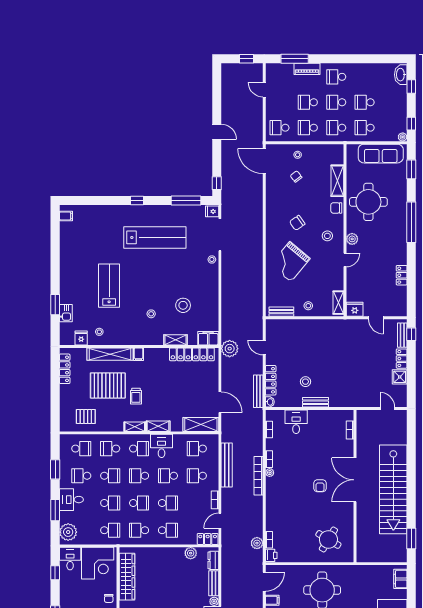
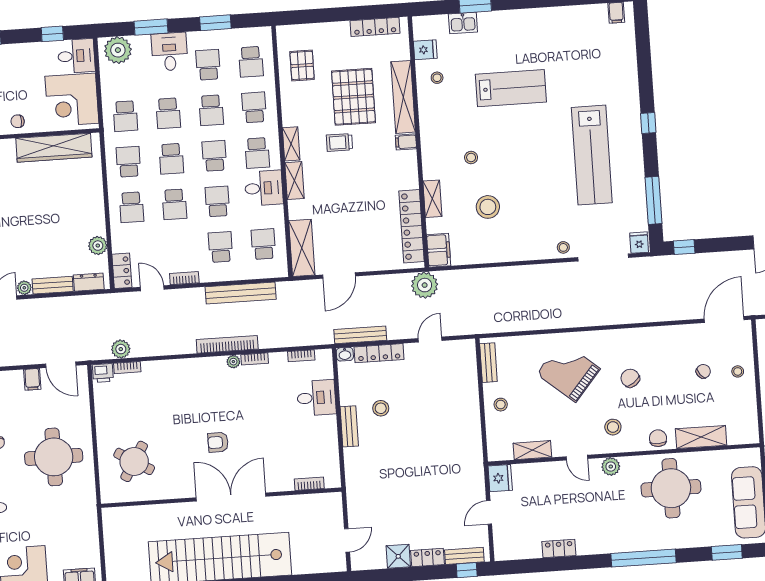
shelving: (338, 303) -> (532, 450), moved

